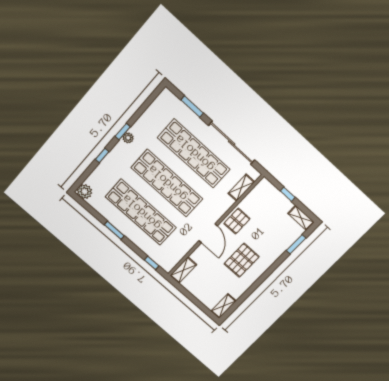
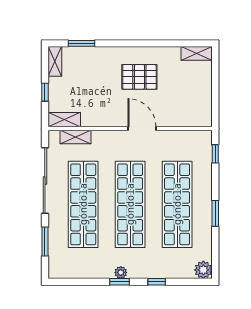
pallet: (237, 221) -> (108, 114), removed
door: (208, 233) -> (142, 129), hinge flipped
shelving: (183, 270) -> (64, 120), moved

